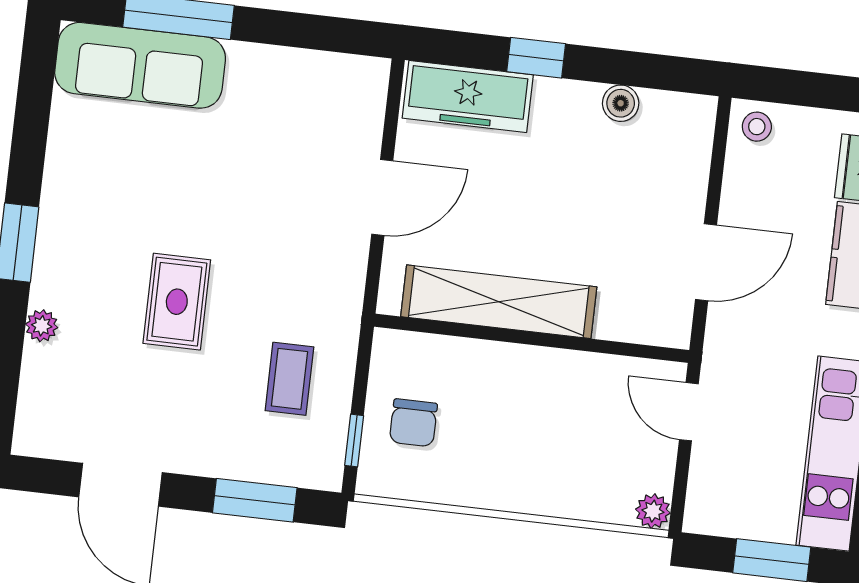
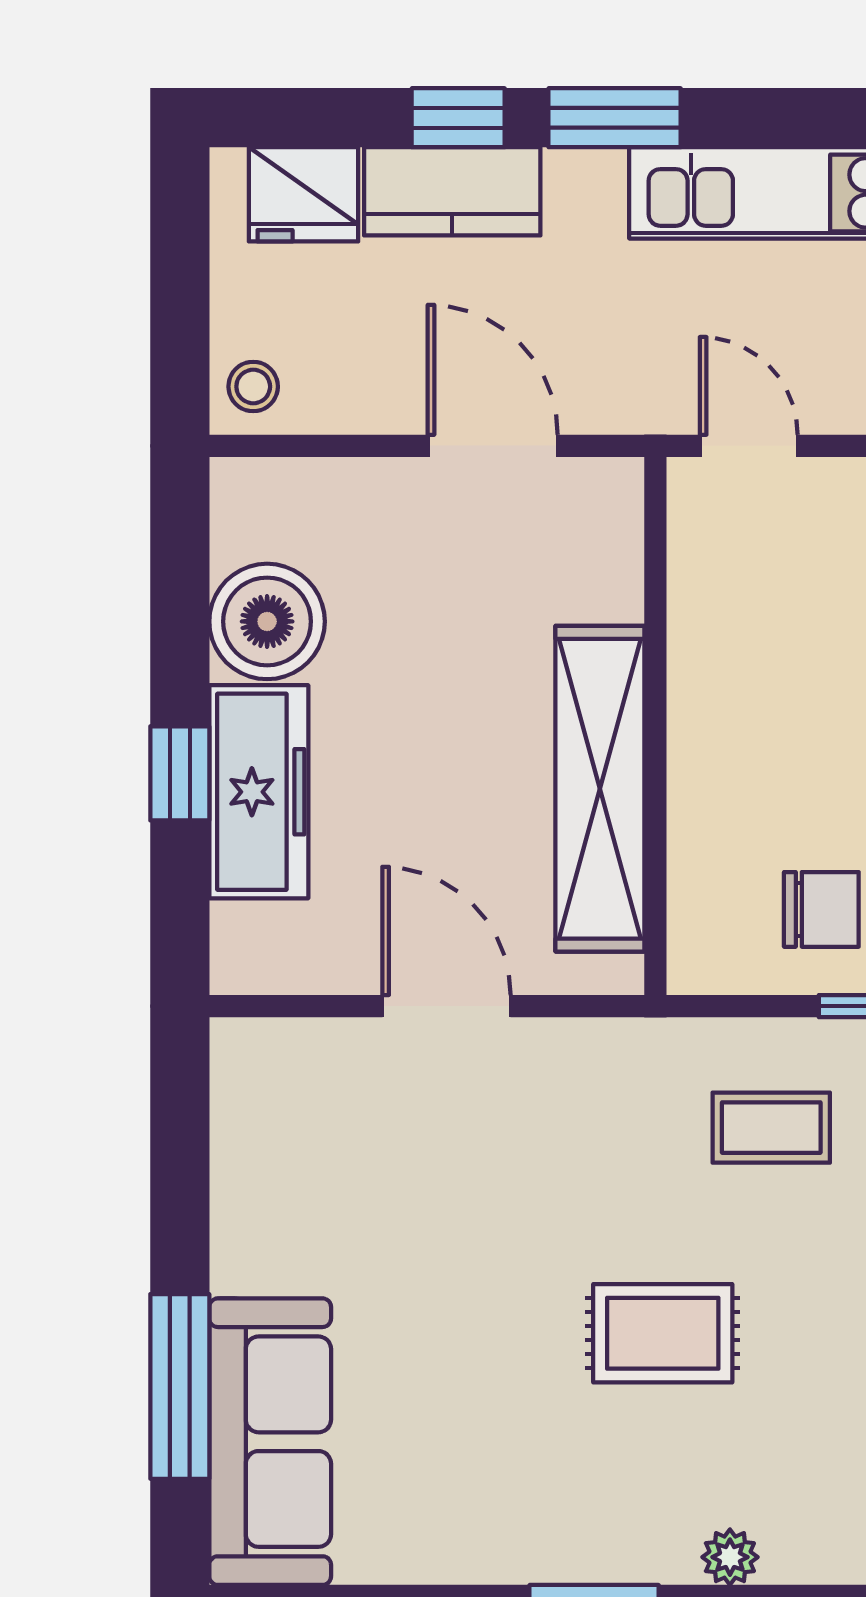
freezer: (468, 96) -> (259, 792), moved
boiler: (621, 103) -> (267, 621), width x1.86, depth x1.86
door: (689, 412) -> (749, 446), swing flipped

